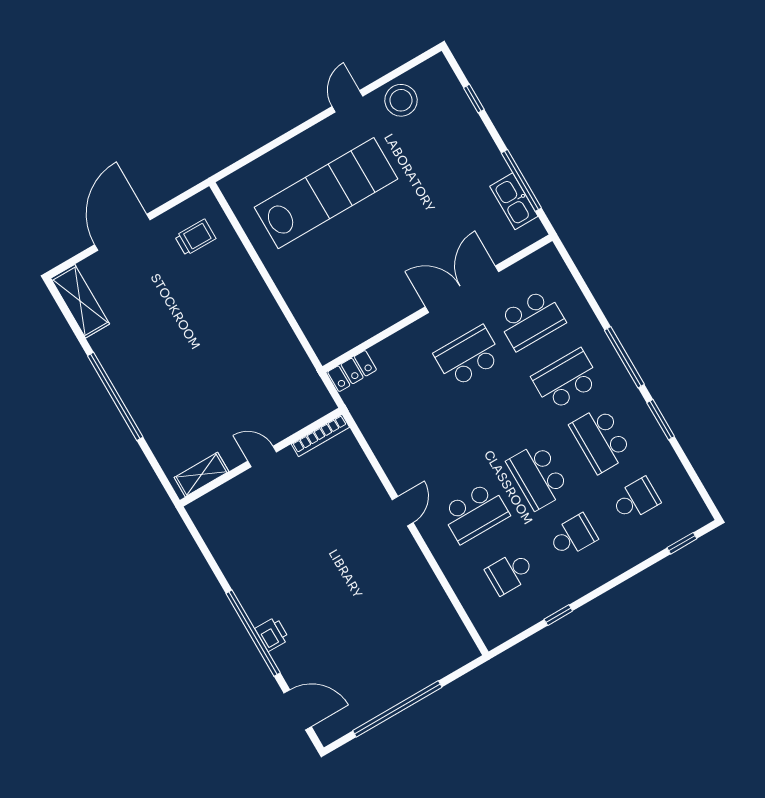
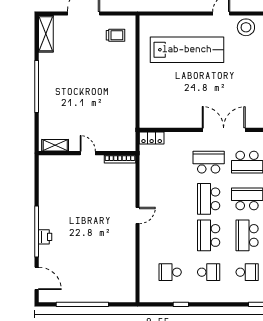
school desk: (475, 513) -> (209, 199), moved, turned 90

